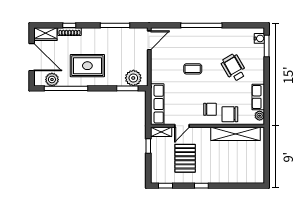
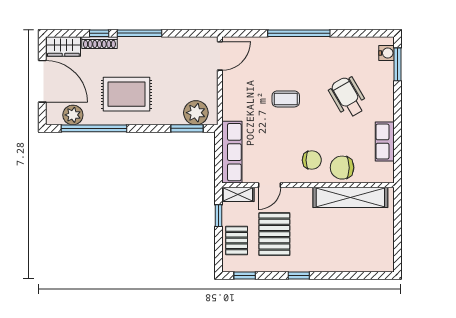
window: (115, 25) -> (139, 33), moved
plant: (260, 116) -> (387, 170), removed
pallet: (160, 162) -> (237, 240), added

